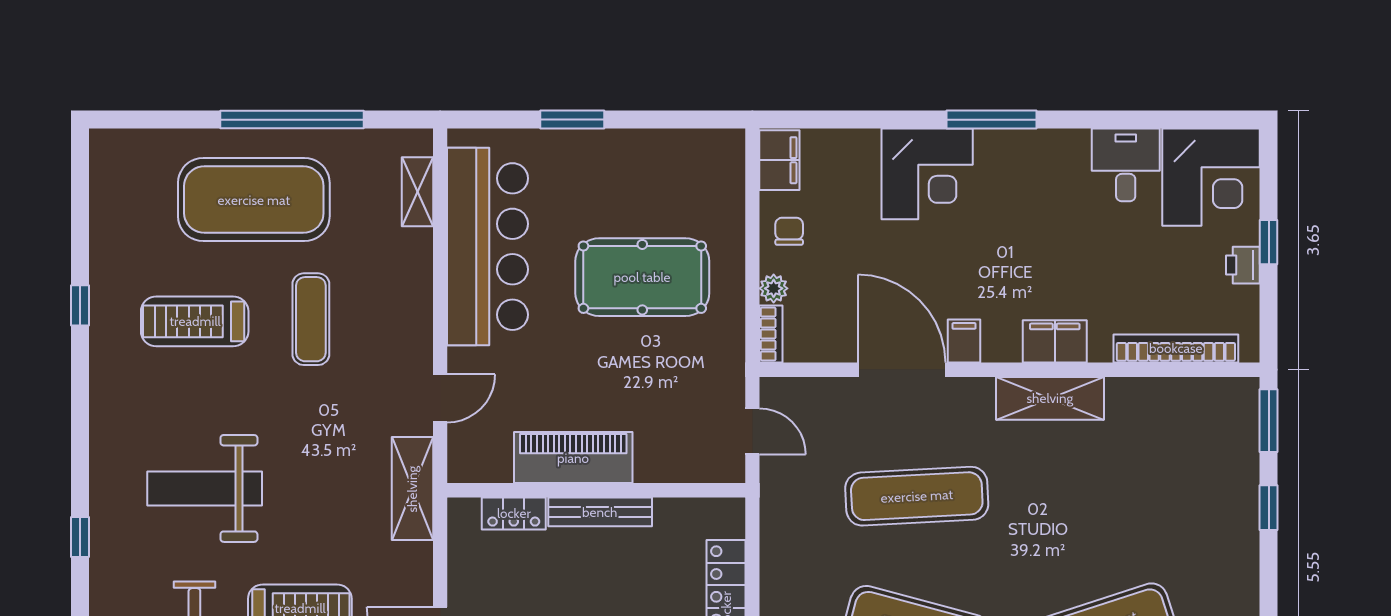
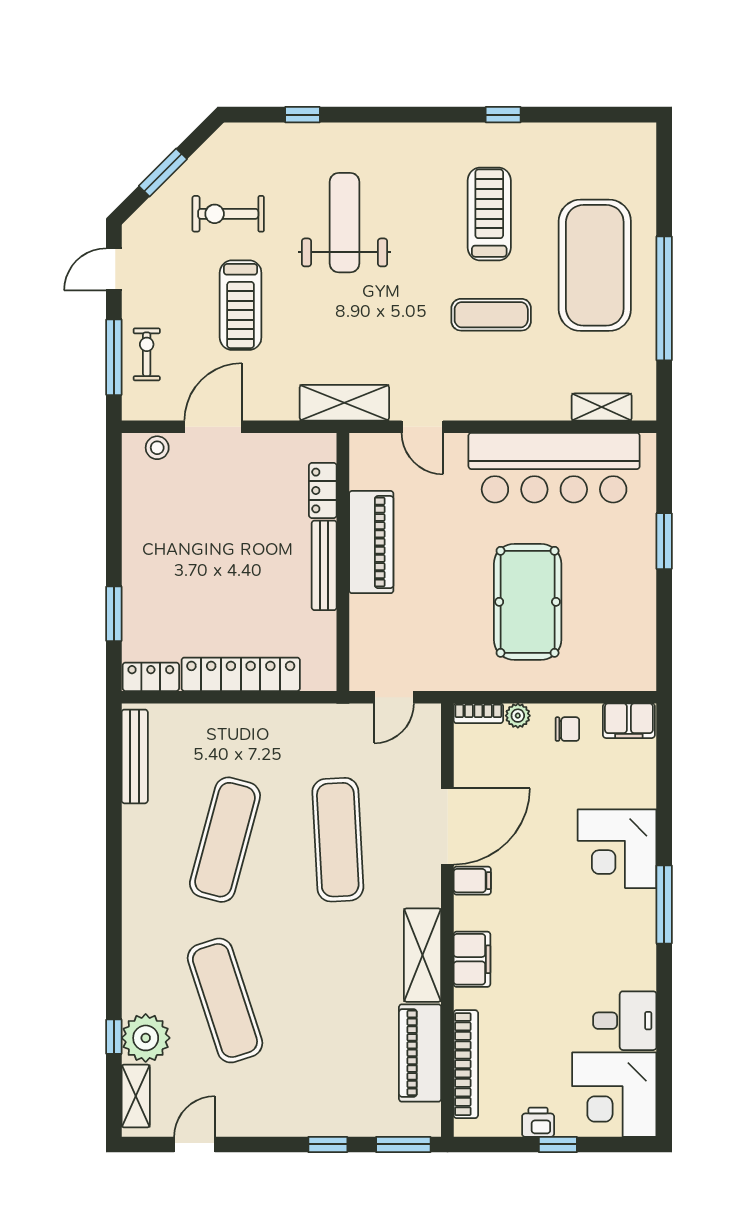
piano: (1163, 401) -> (420, 1053), added

